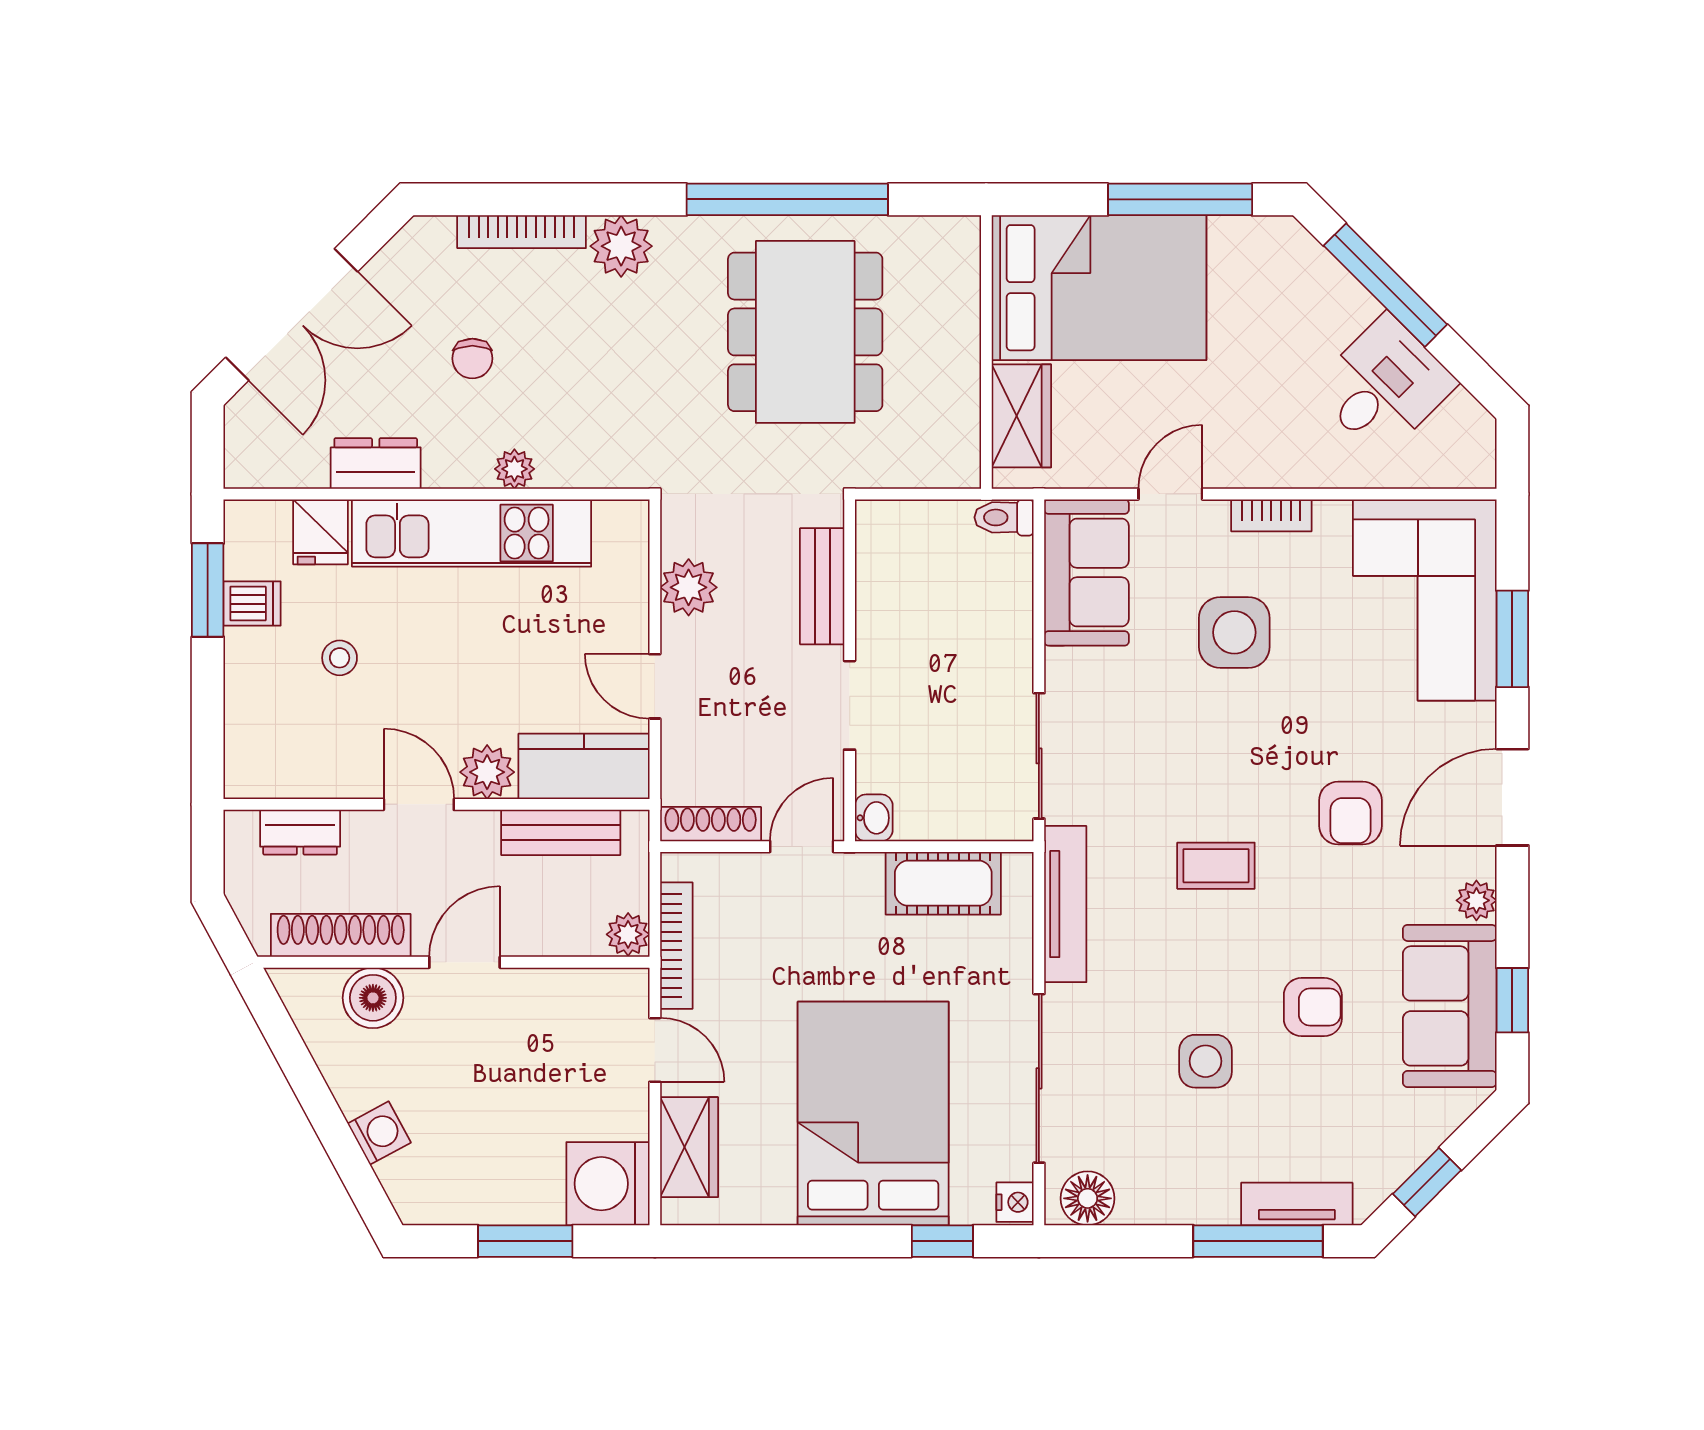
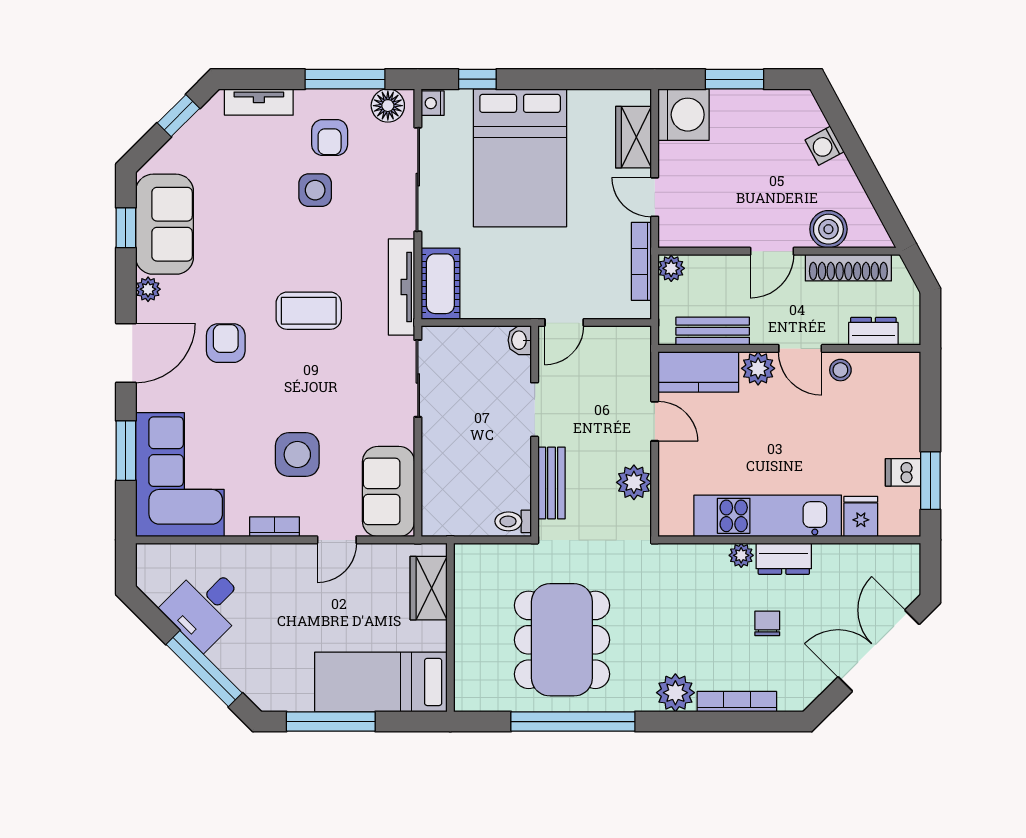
bed: (1099, 288) -> (381, 682), width x0.67
dresser: (376, 463) -> (784, 559), moved
toilet: (1004, 517) -> (513, 521), moved, turned 180
stool: (340, 658) -> (840, 370), moved
shoe rack: (711, 824) -> (620, 336), removed
coffee table: (1216, 866) -> (309, 311), width x1.36, depth x1.30
cot: (943, 883) -> (440, 284), moved, turned 90
armchair: (1313, 1007) -> (330, 138), moved, turned -90
window: (1258, 1241) -> (345, 79), moved

